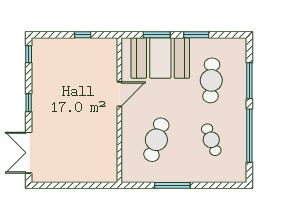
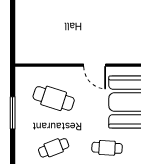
cafe table: (211, 80) -> (107, 148), width x0.73, depth x0.74

